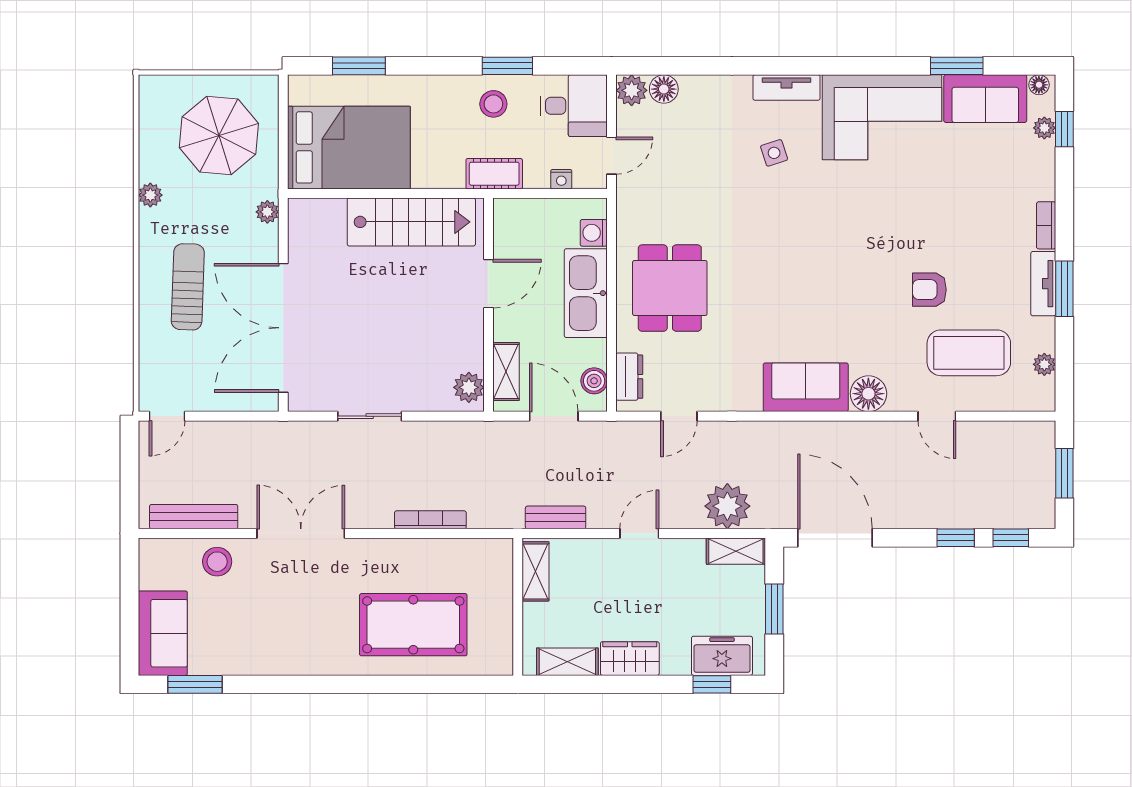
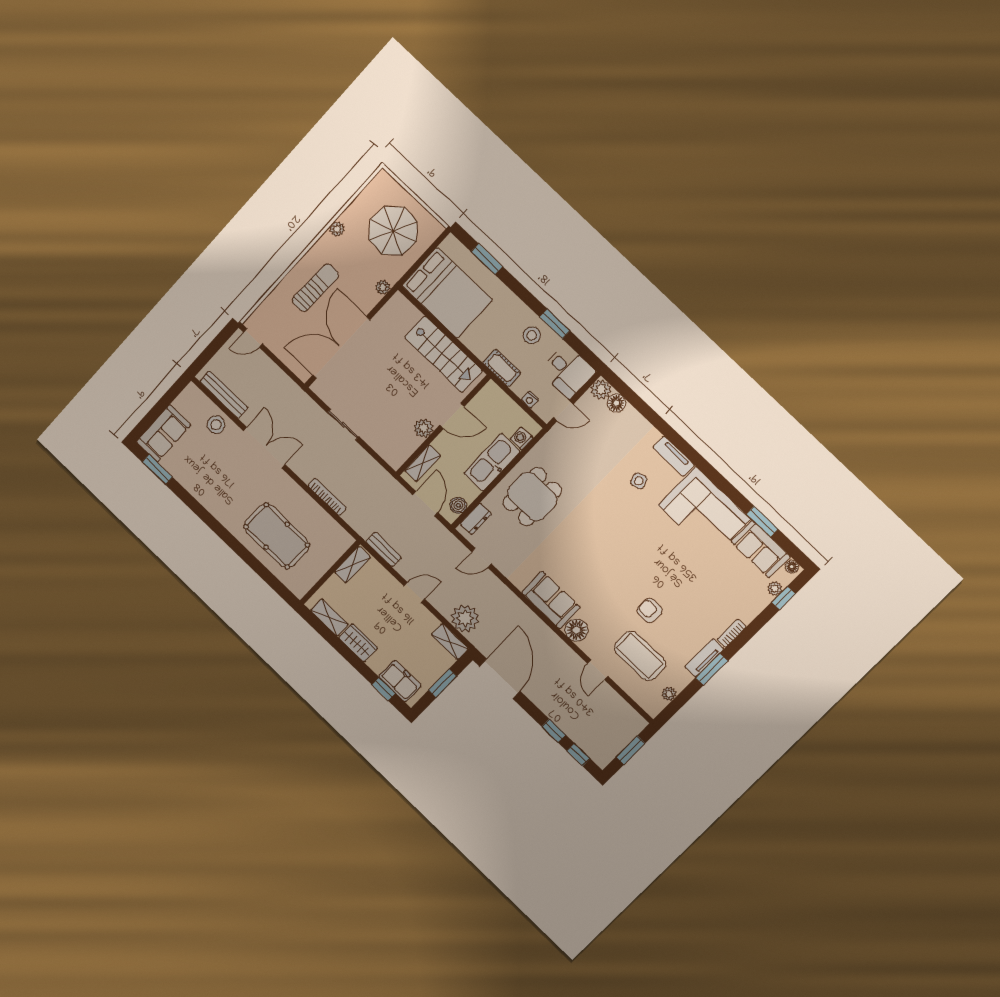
plant: (469, 387) -> (424, 428), moved

